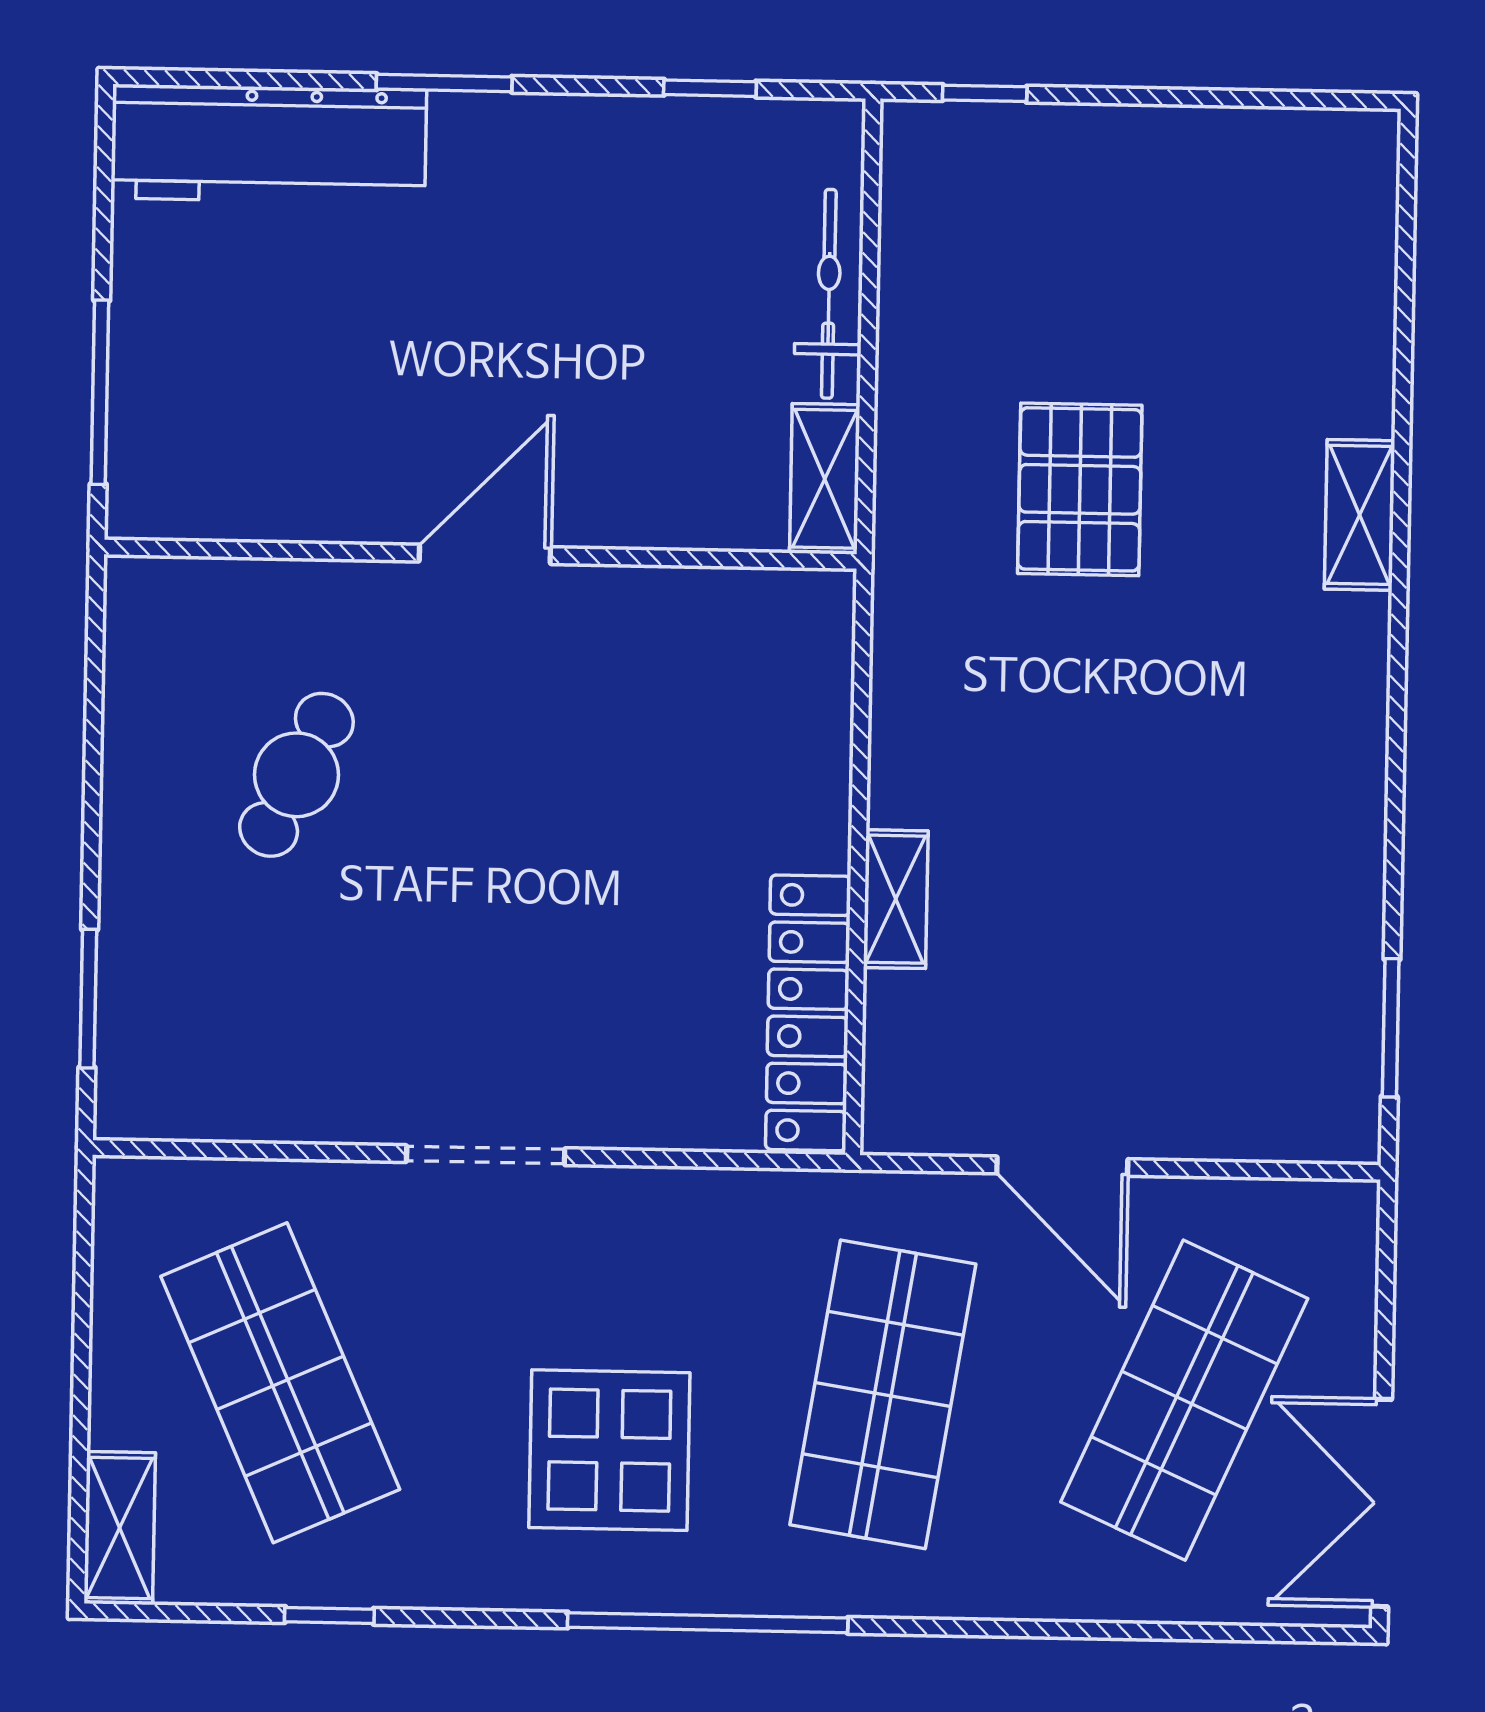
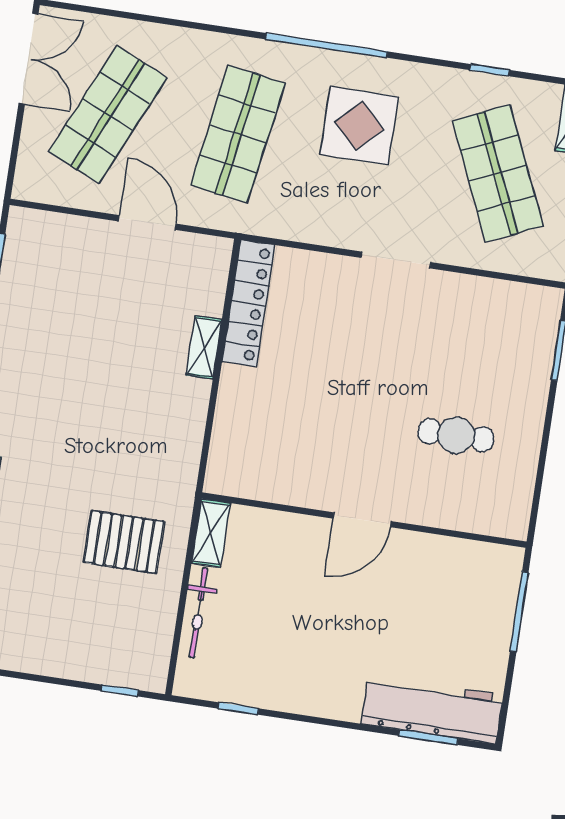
window: (444, 83) -> (428, 737), moved
pallet: (1080, 489) -> (124, 542), moved, turned 90
cafe table: (296, 775) -> (456, 435), turned 64

